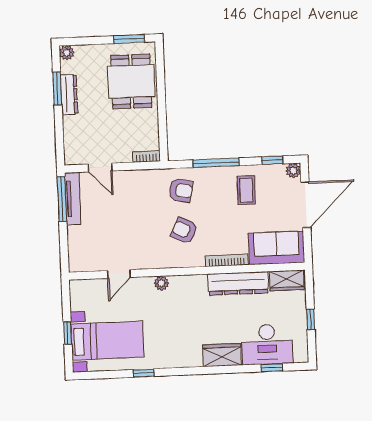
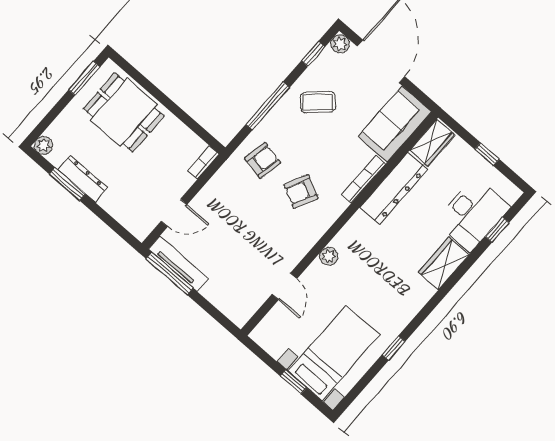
coffee table: (246, 190) -> (318, 102), turned -43

